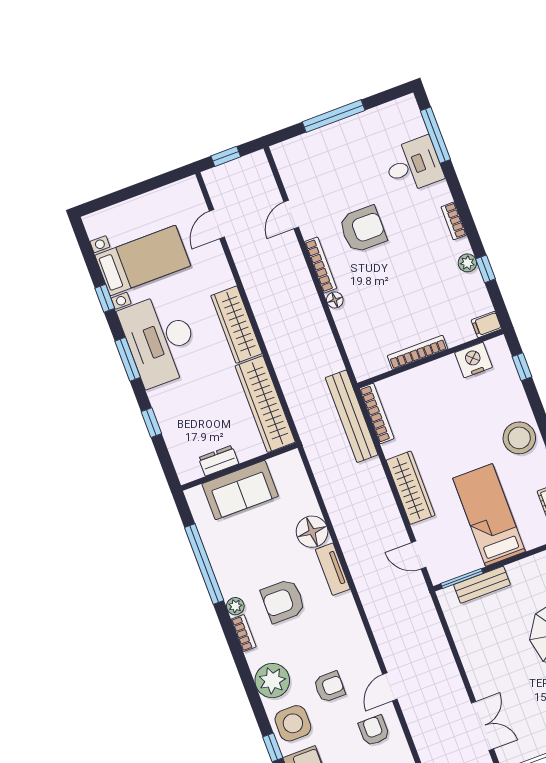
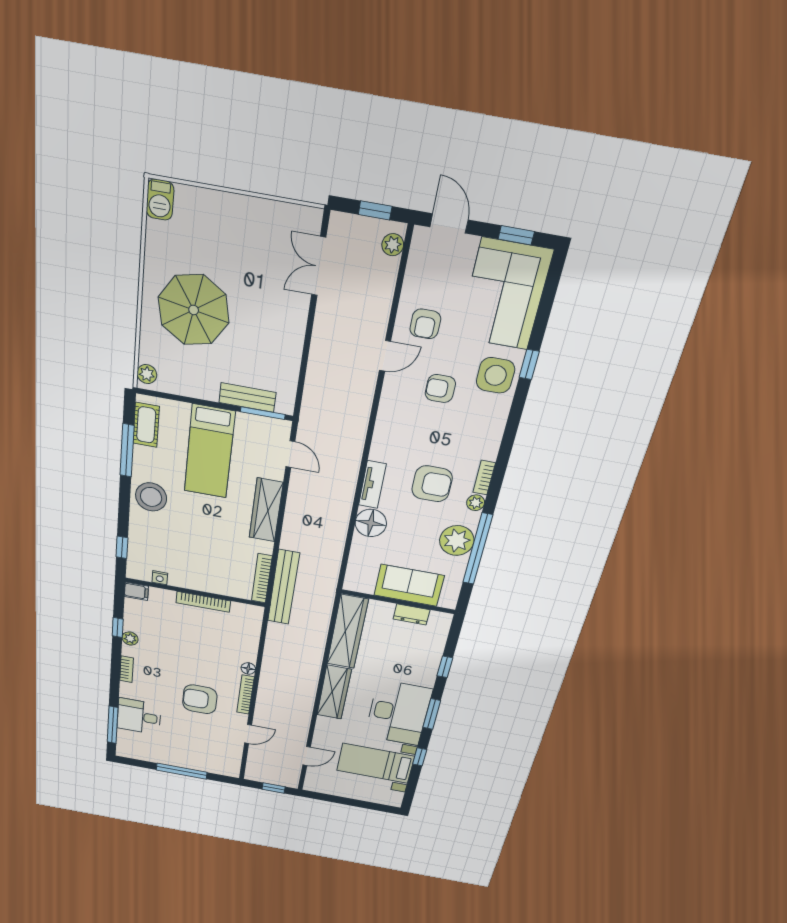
nightstand: (474, 360) -> (160, 578), width x0.53, depth x0.56
plant: (272, 681) -> (457, 541), moved

